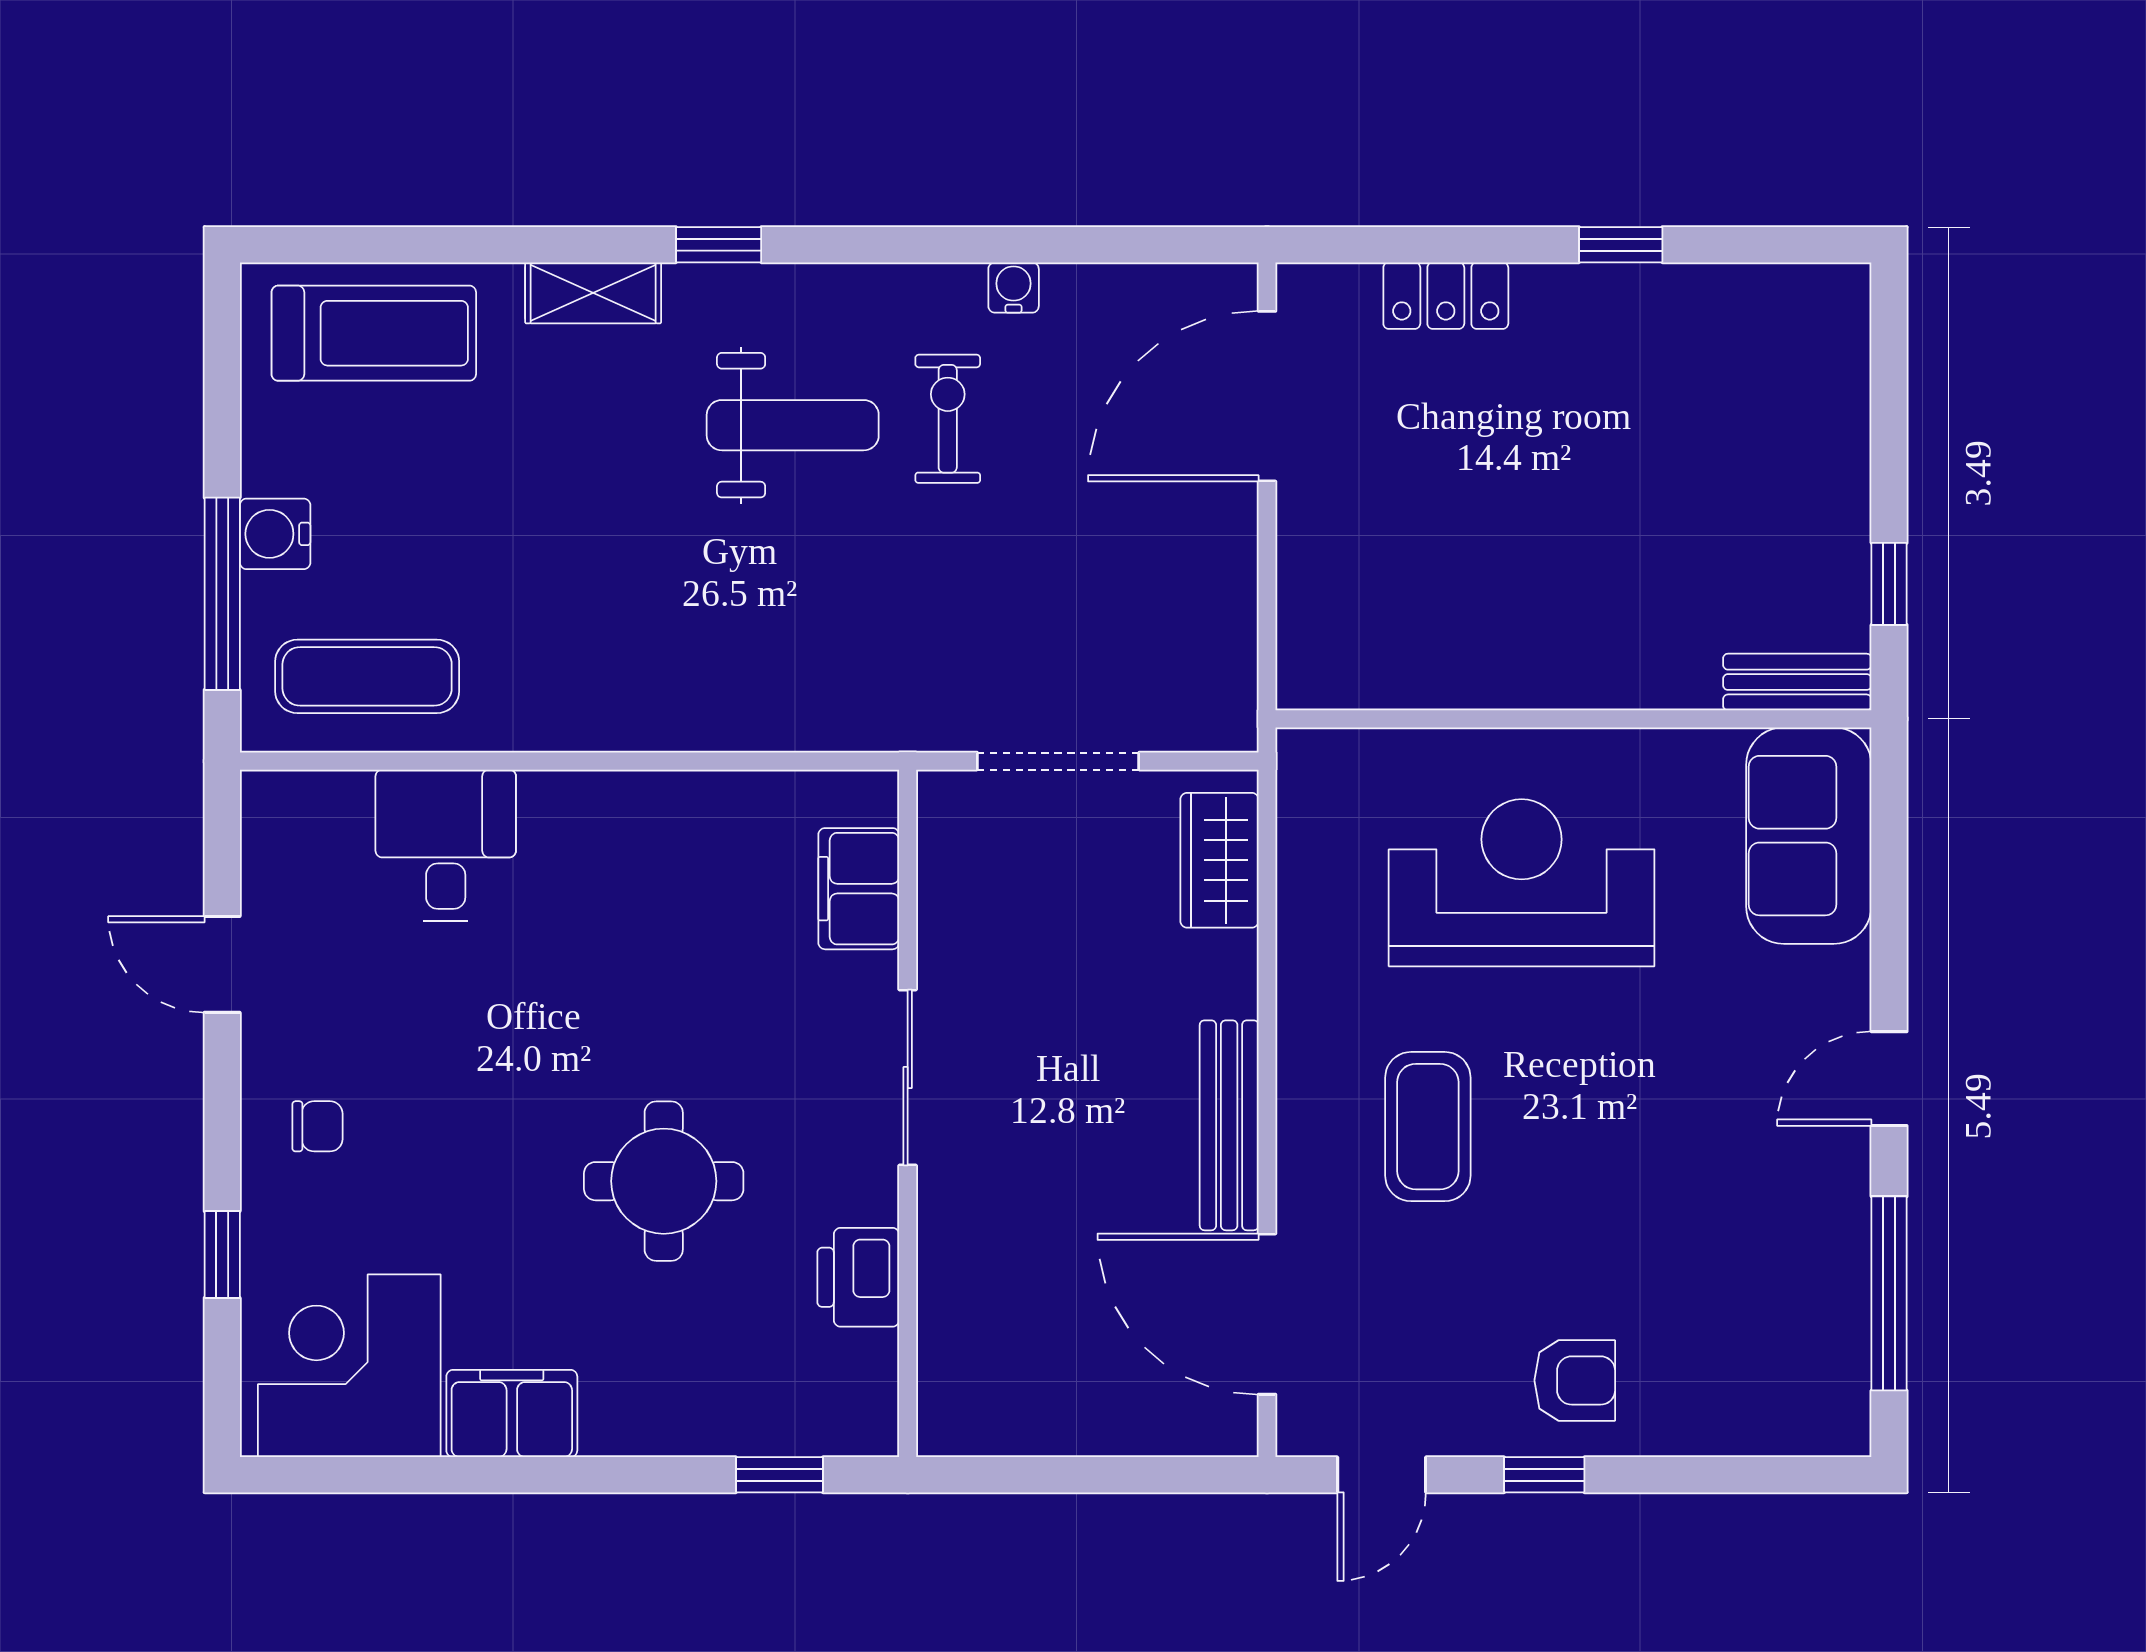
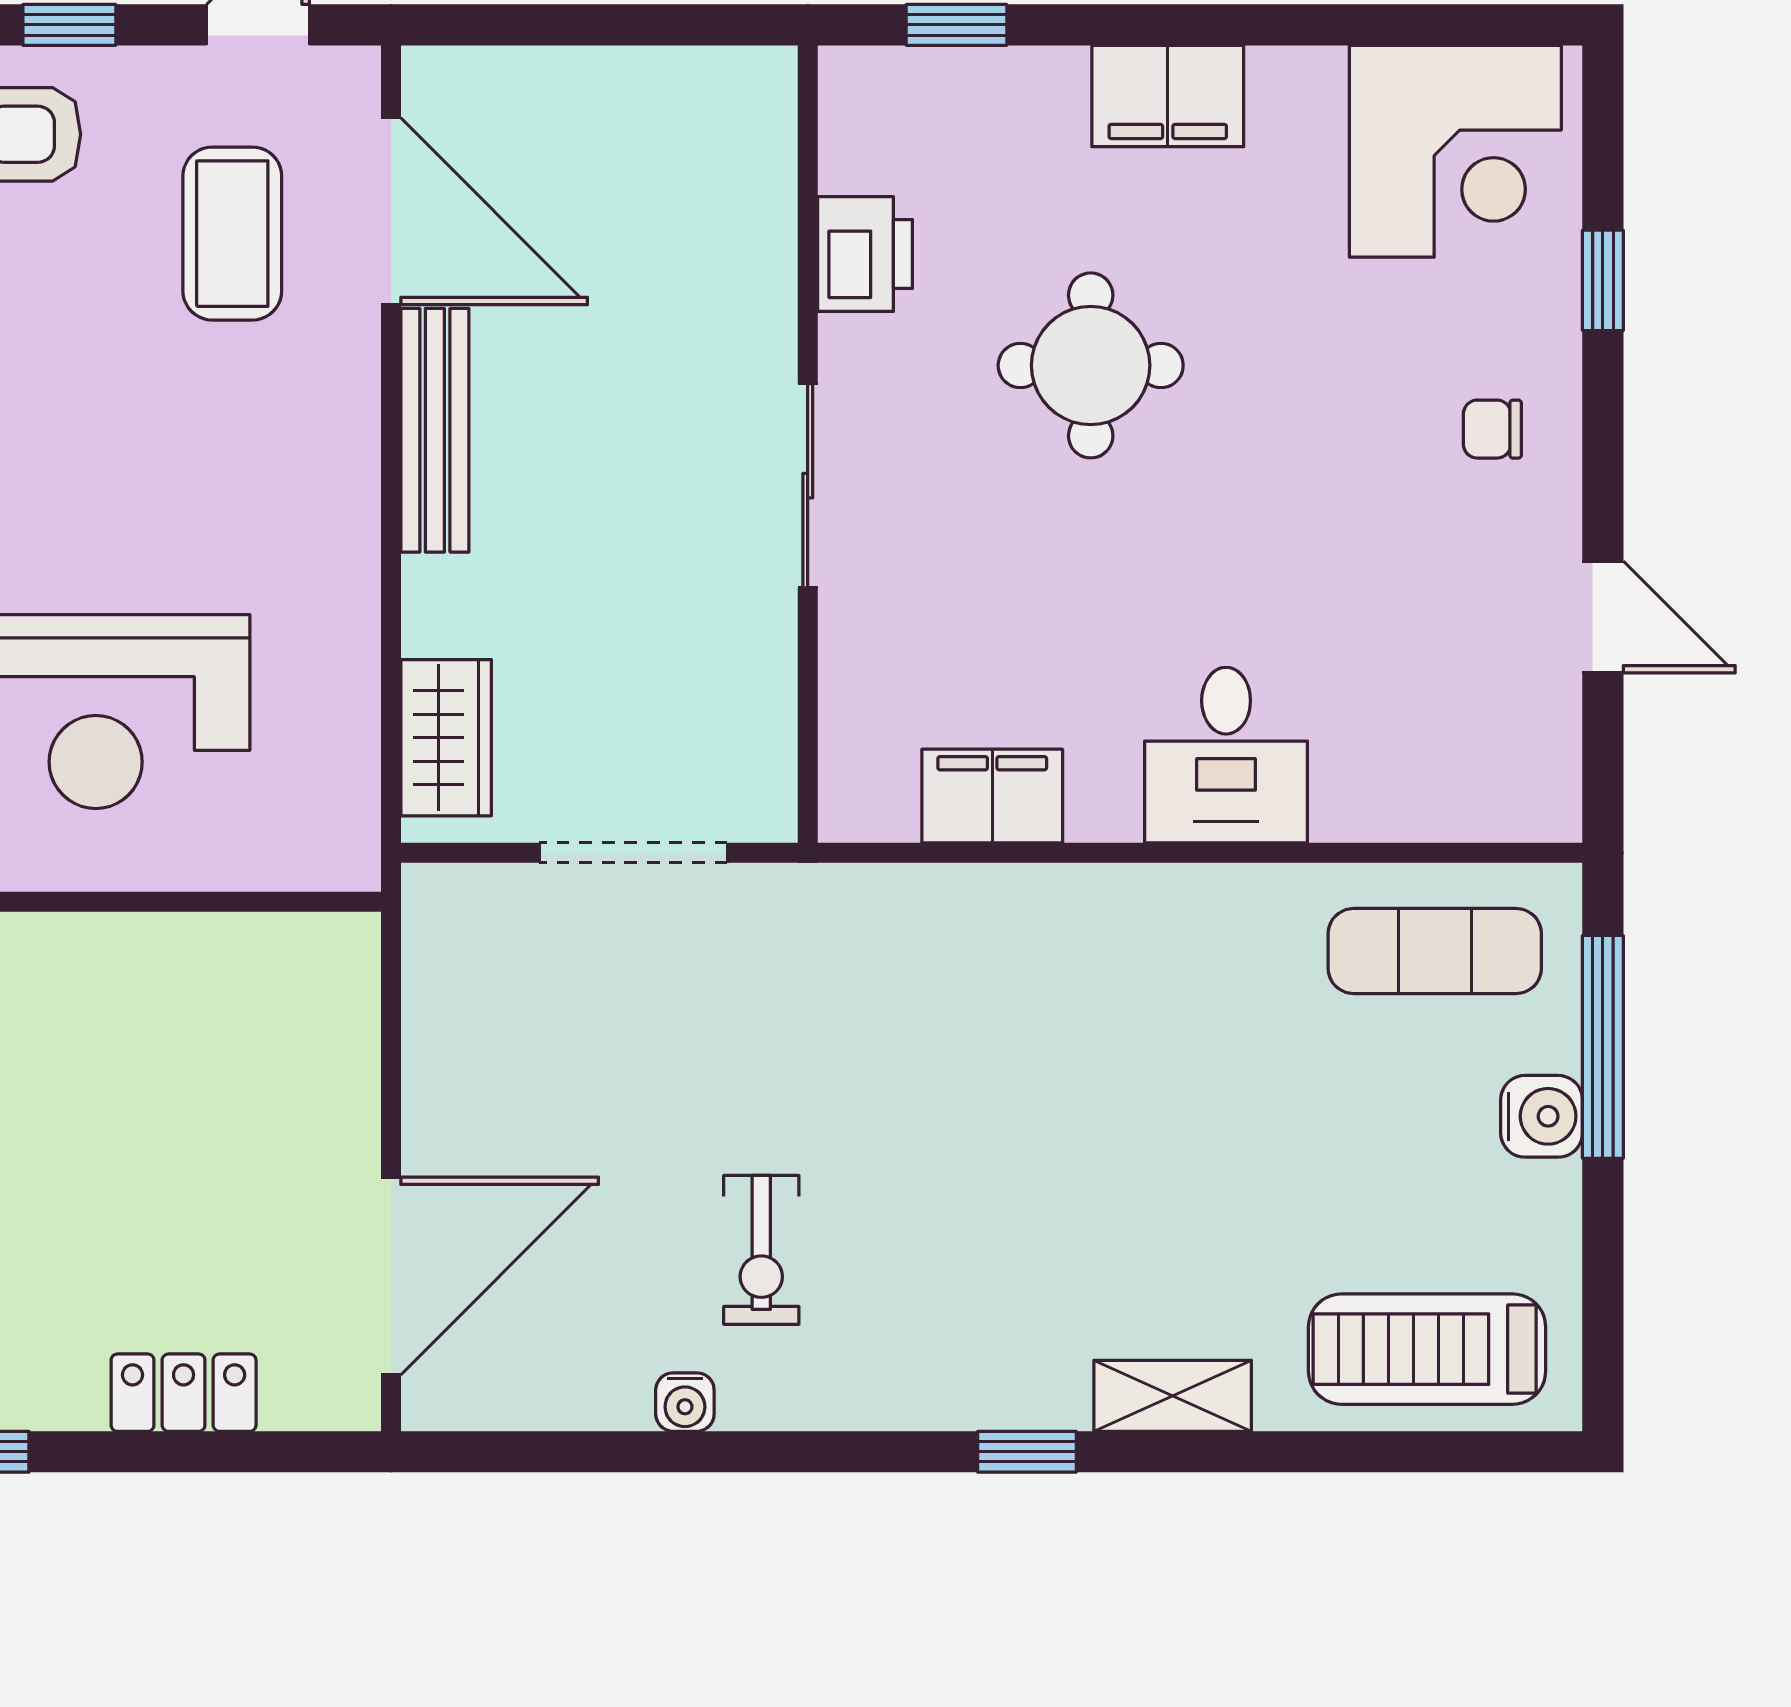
weight bench: (793, 425) -> (941, 1242), removed
desk: (446, 845) -> (1226, 755), moved
filing cabinet: (859, 889) -> (992, 796), moved, turned -90
coffee table: (1428, 1127) -> (232, 234), moved
filing cabinet: (512, 1413) -> (1168, 96), moved

